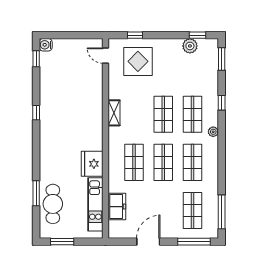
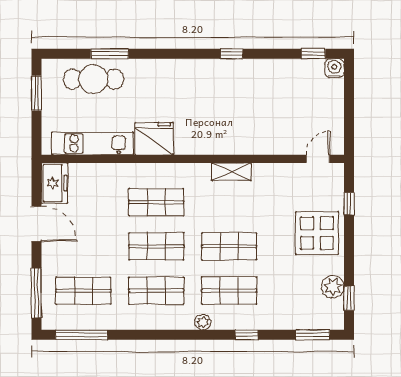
display table: (138, 61) -> (317, 233), moved
freezer: (117, 207) -> (55, 183), moved, turned -90

